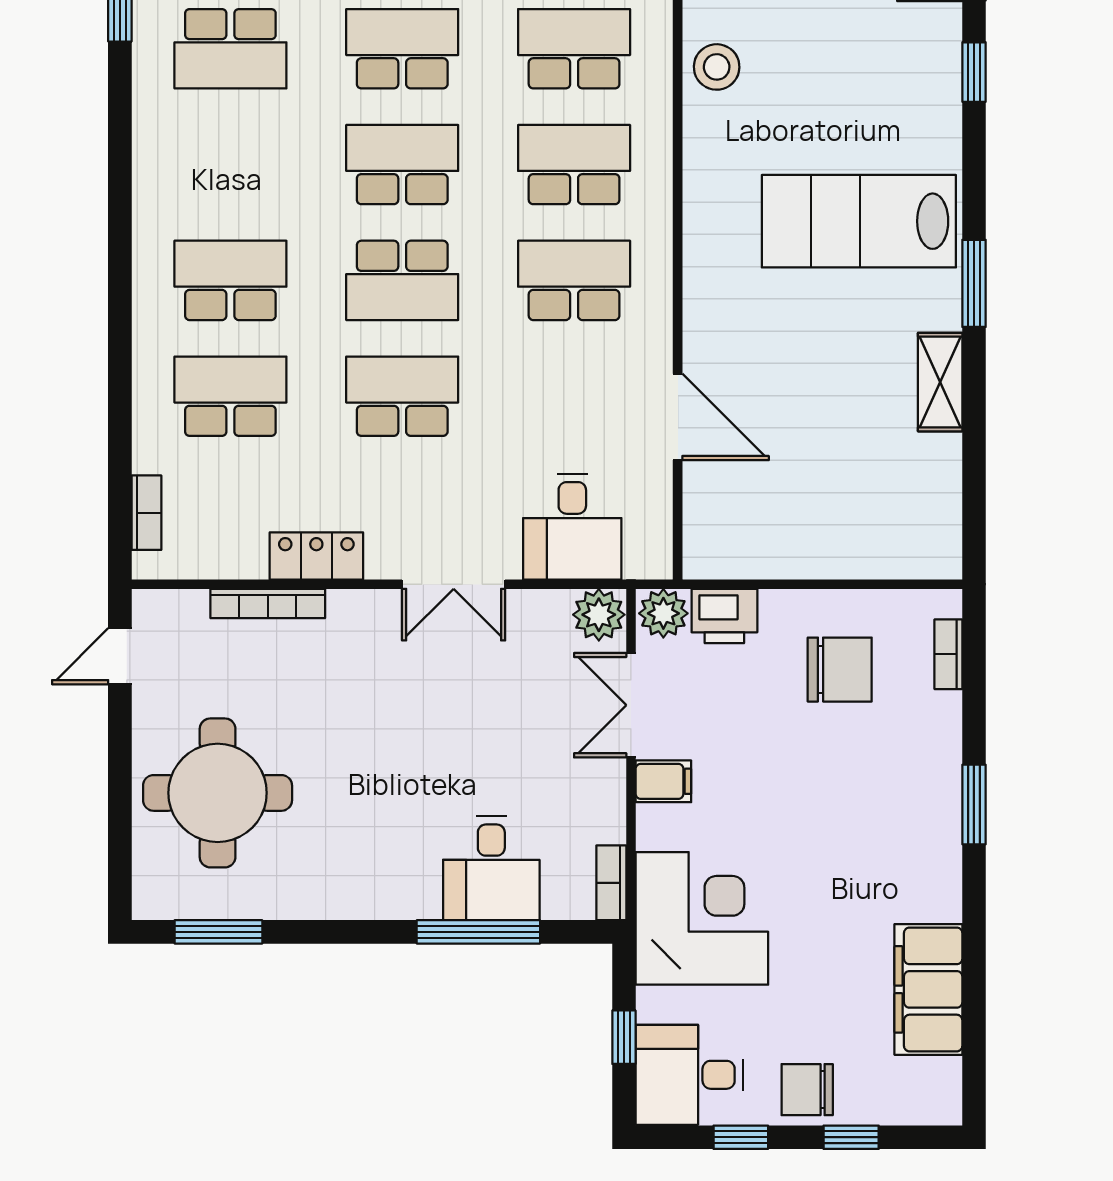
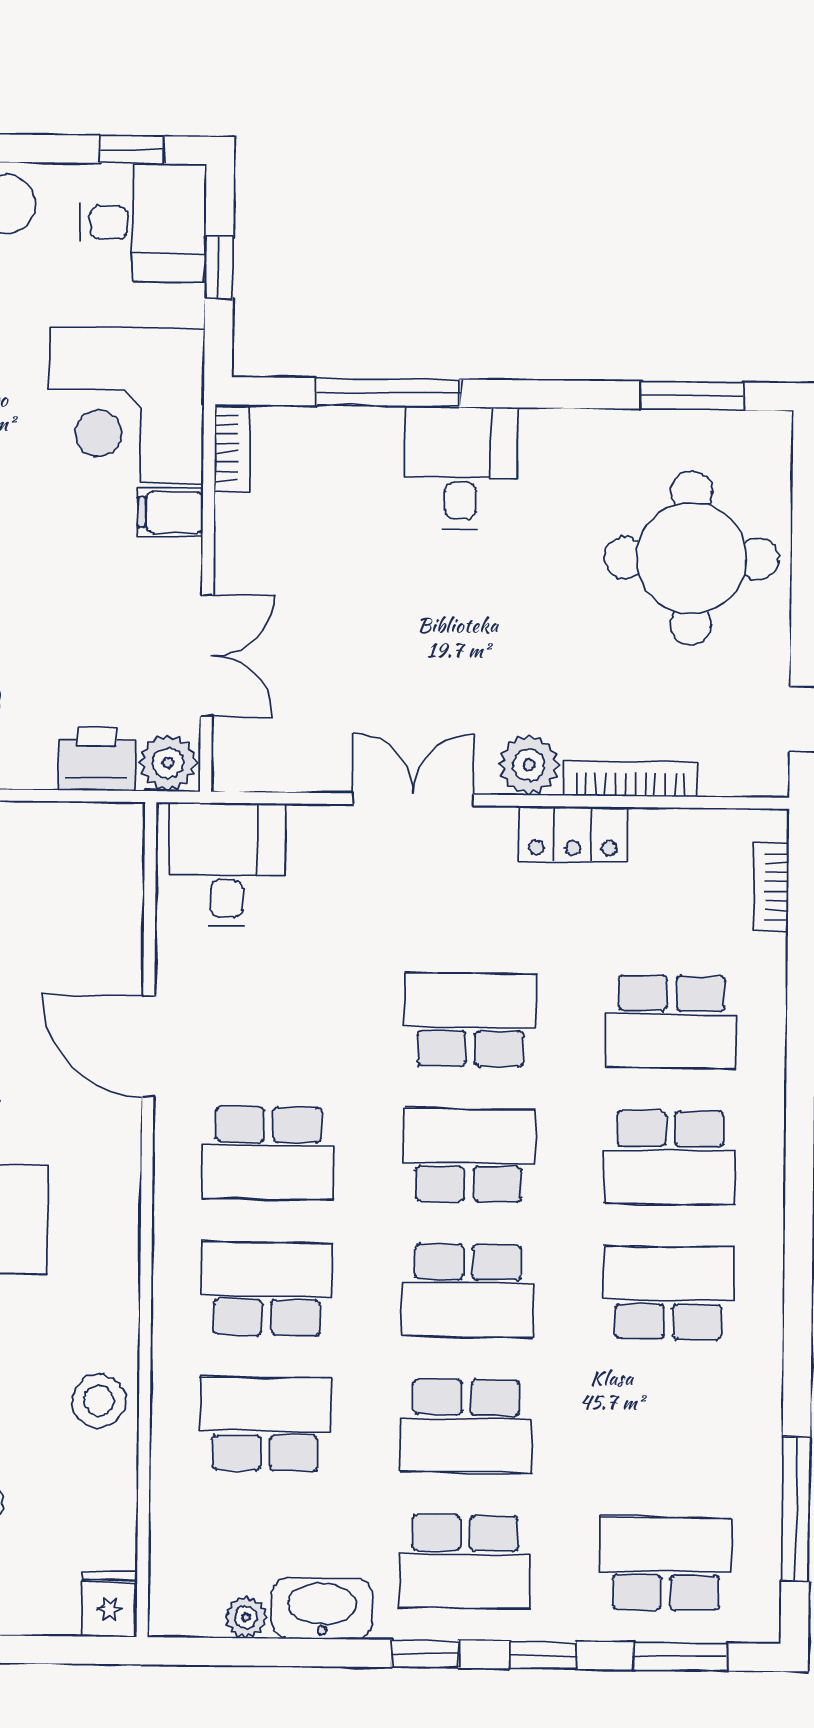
school desk: (230, 49) -> (669, 1293), moved
school desk: (574, 49) -> (265, 1424), turned 180
school desk: (574, 165) -> (267, 1289), turned 180
school desk: (402, 396) -> (471, 1020), turned 180
door: (678, 417) -> (148, 1046), moved
desk: (572, 527) -> (227, 865), moved
plant: (599, 615) -> (529, 765), moved
filing cabinet: (663, 781) -> (170, 512), moved
desk: (491, 868) -> (461, 468), moved
window: (741, 1137) -> (132, 150), moved

